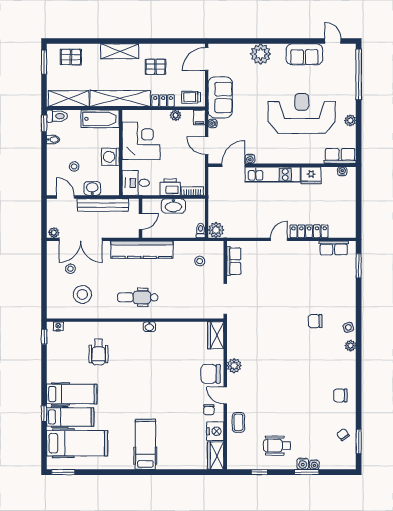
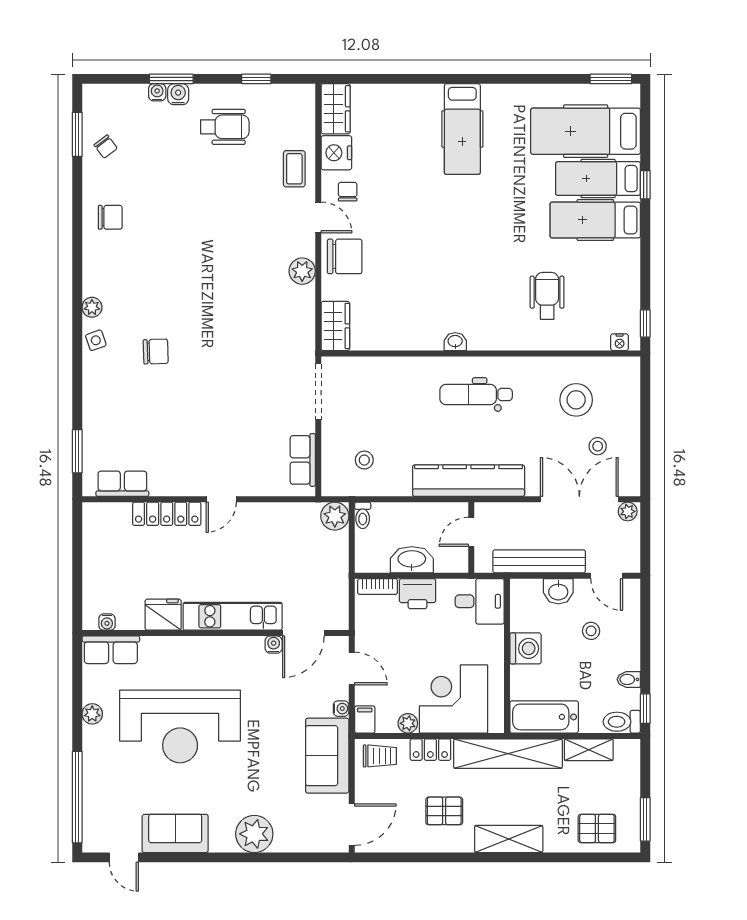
shelving: (69, 99) -> (589, 750), width x0.67, depth x0.75
corner desk: (141, 141) -> (454, 699), moved, turned 90
dental chair: (138, 297) -> (476, 394), turned 180

